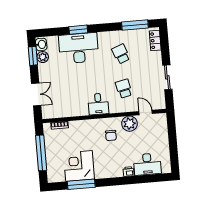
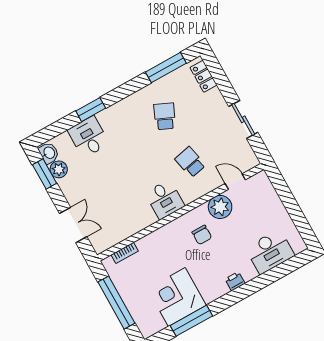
desk: (79, 48) -> (88, 137), width x0.53, depth x0.77
school desk: (121, 54) -> (165, 116), turned 45
printer: (129, 172) -> (235, 281), moved

